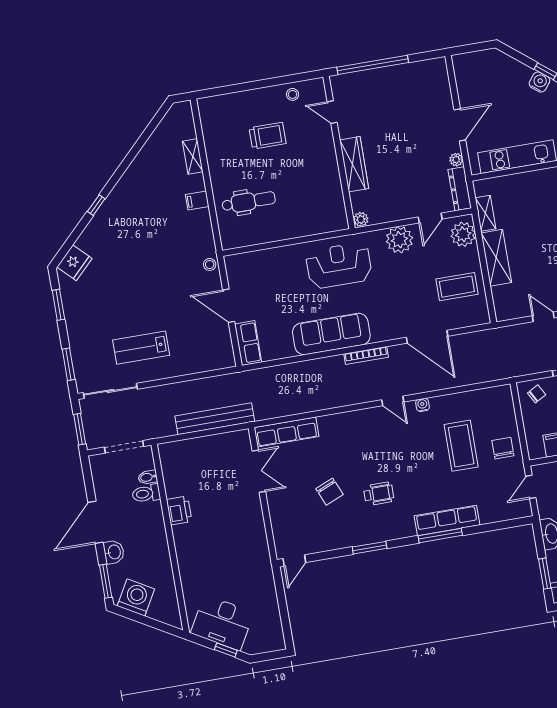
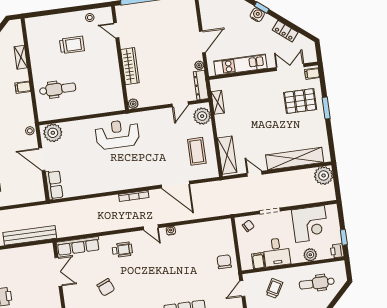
plant: (399, 240) -> (53, 133), moved
shelving: (496, 258) -> (227, 155), moved
coffee table: (457, 287) -> (197, 151), turned 90
sofa: (331, 334) -> (111, 181), removed
coffee table: (461, 446) -> (196, 259), removed
wheelchair: (379, 494) -> (122, 250), moved

